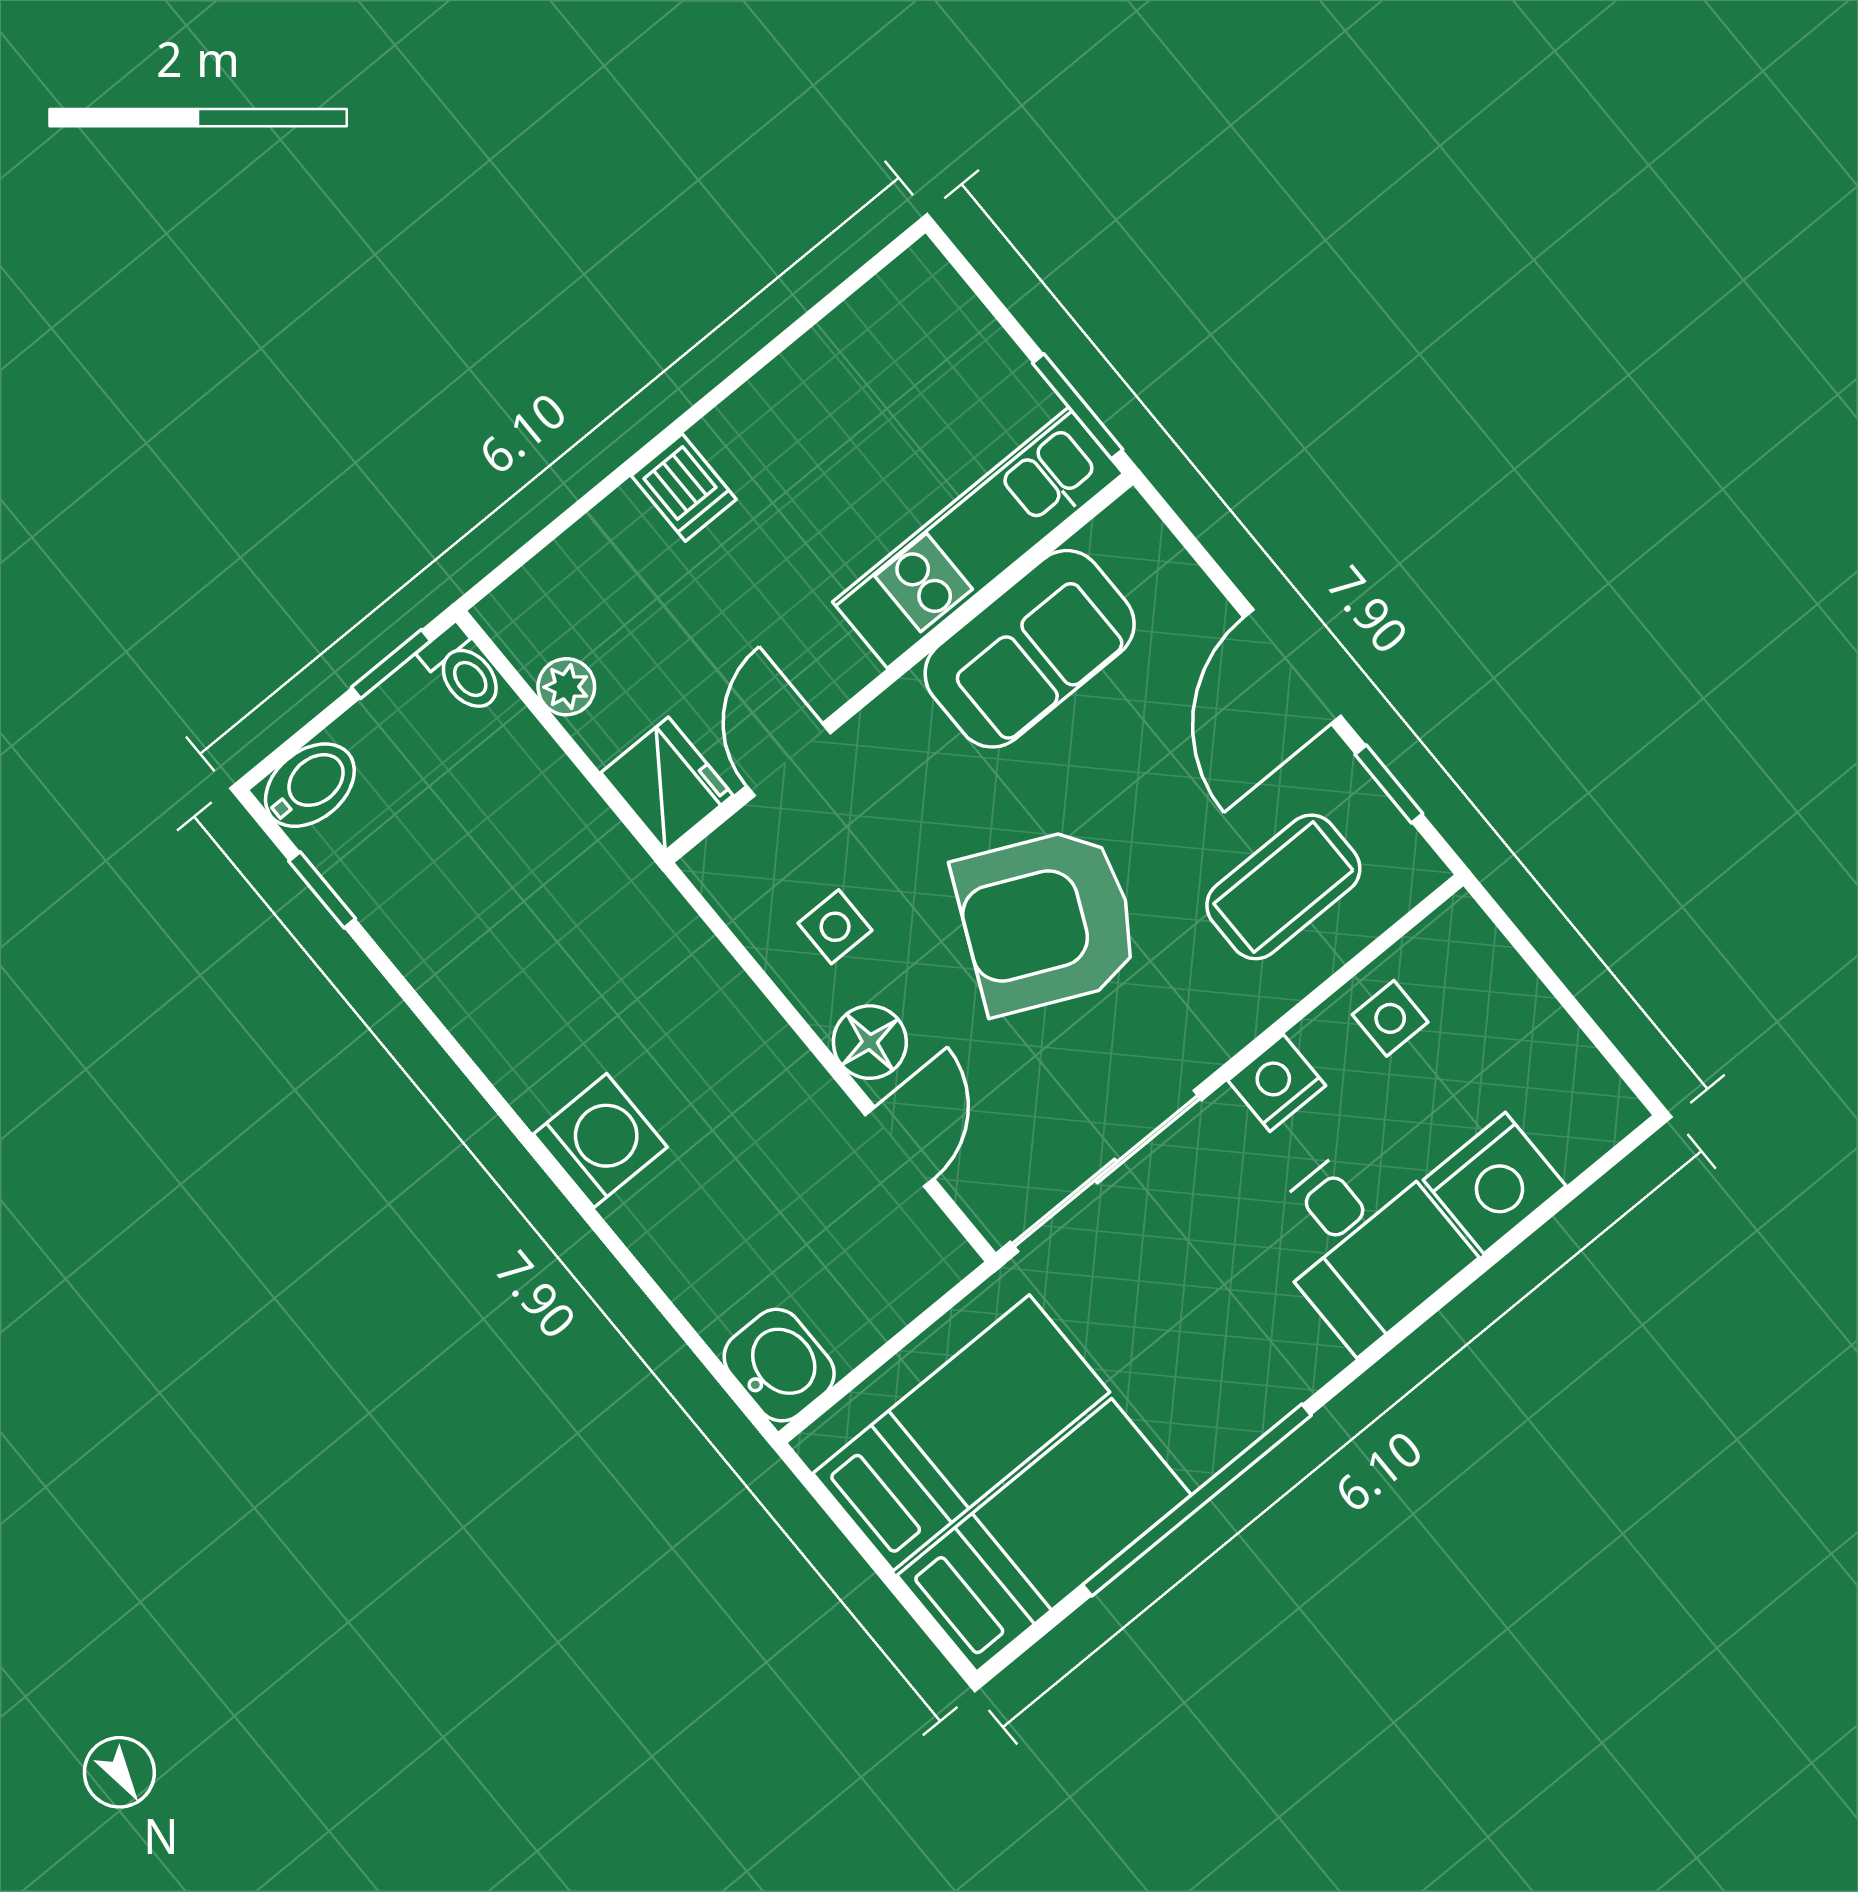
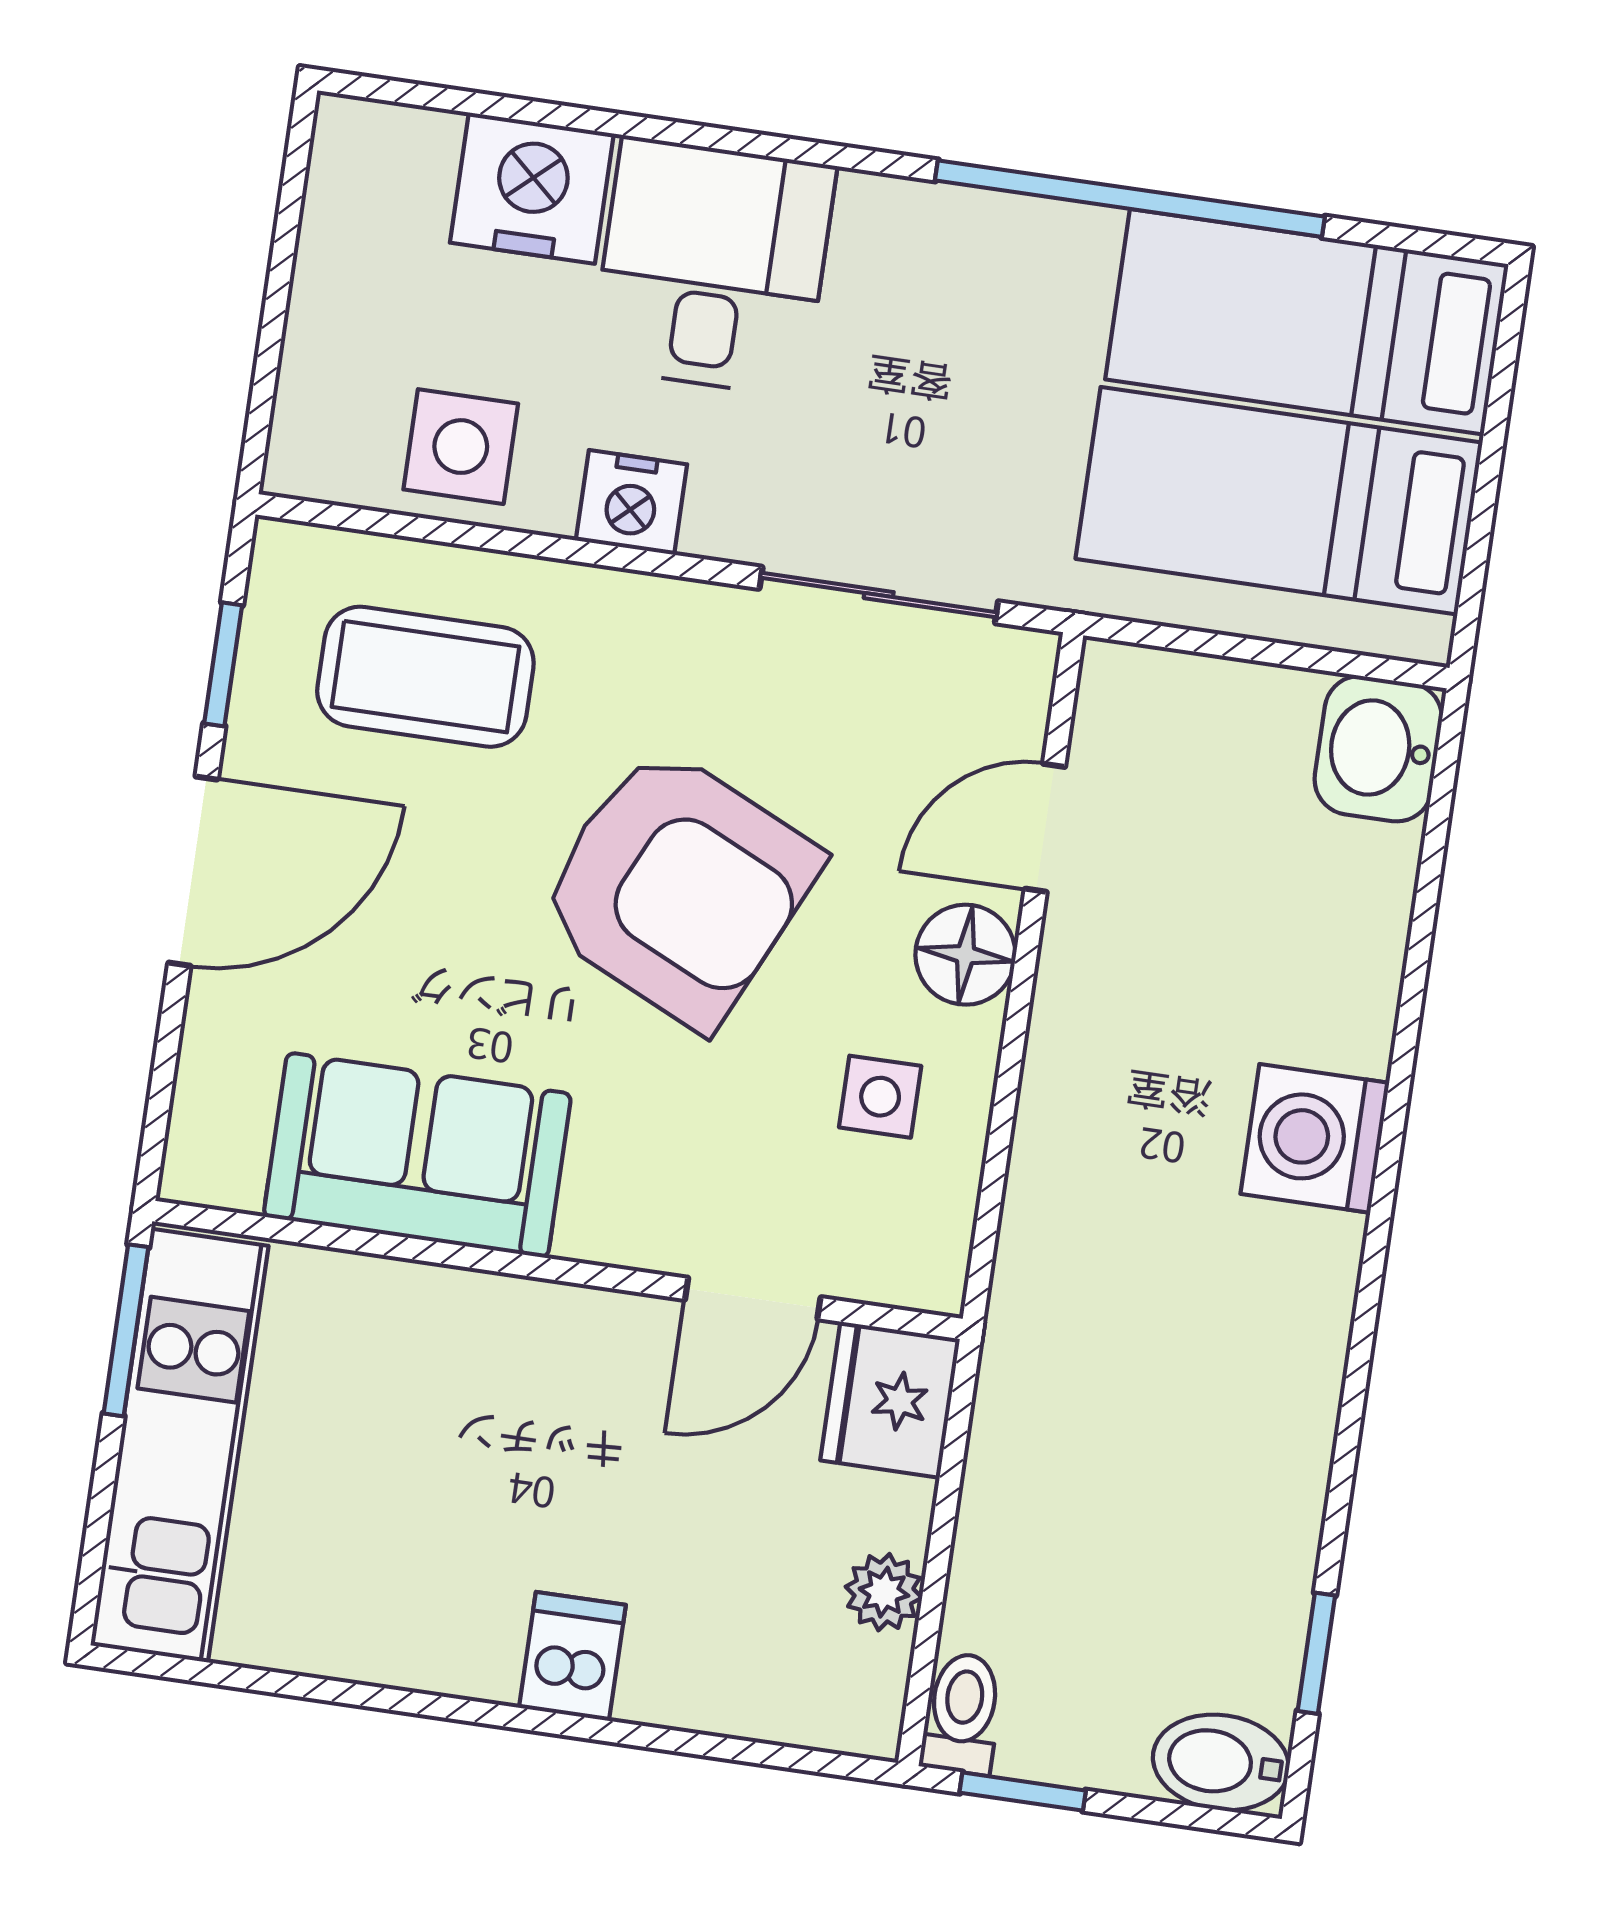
kitchen unit: (978, 538) -> (179, 1446), moved, turned -90
side table: (1390, 1018) -> (461, 447), width x1.37, depth x1.37
sliding door: (1106, 1171) -> (879, 595), width x0.73

